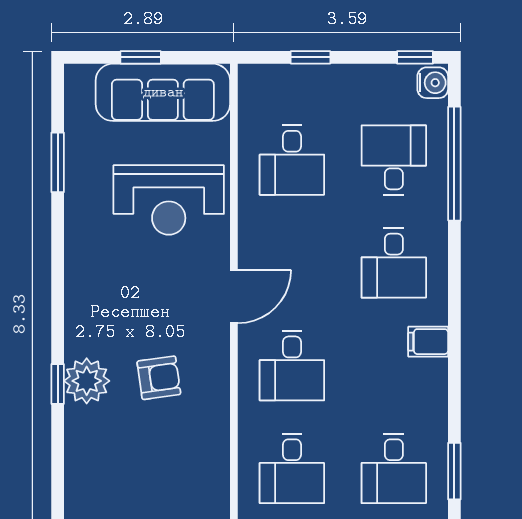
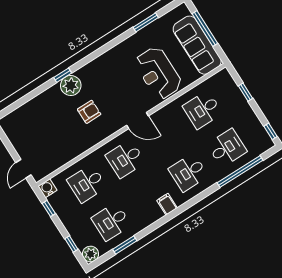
window: (141, 57) -> (205, 28), width x2.17
water cooler: (433, 83) -> (265, 144), removed
armchair: (159, 378) -> (89, 112), turned -82

